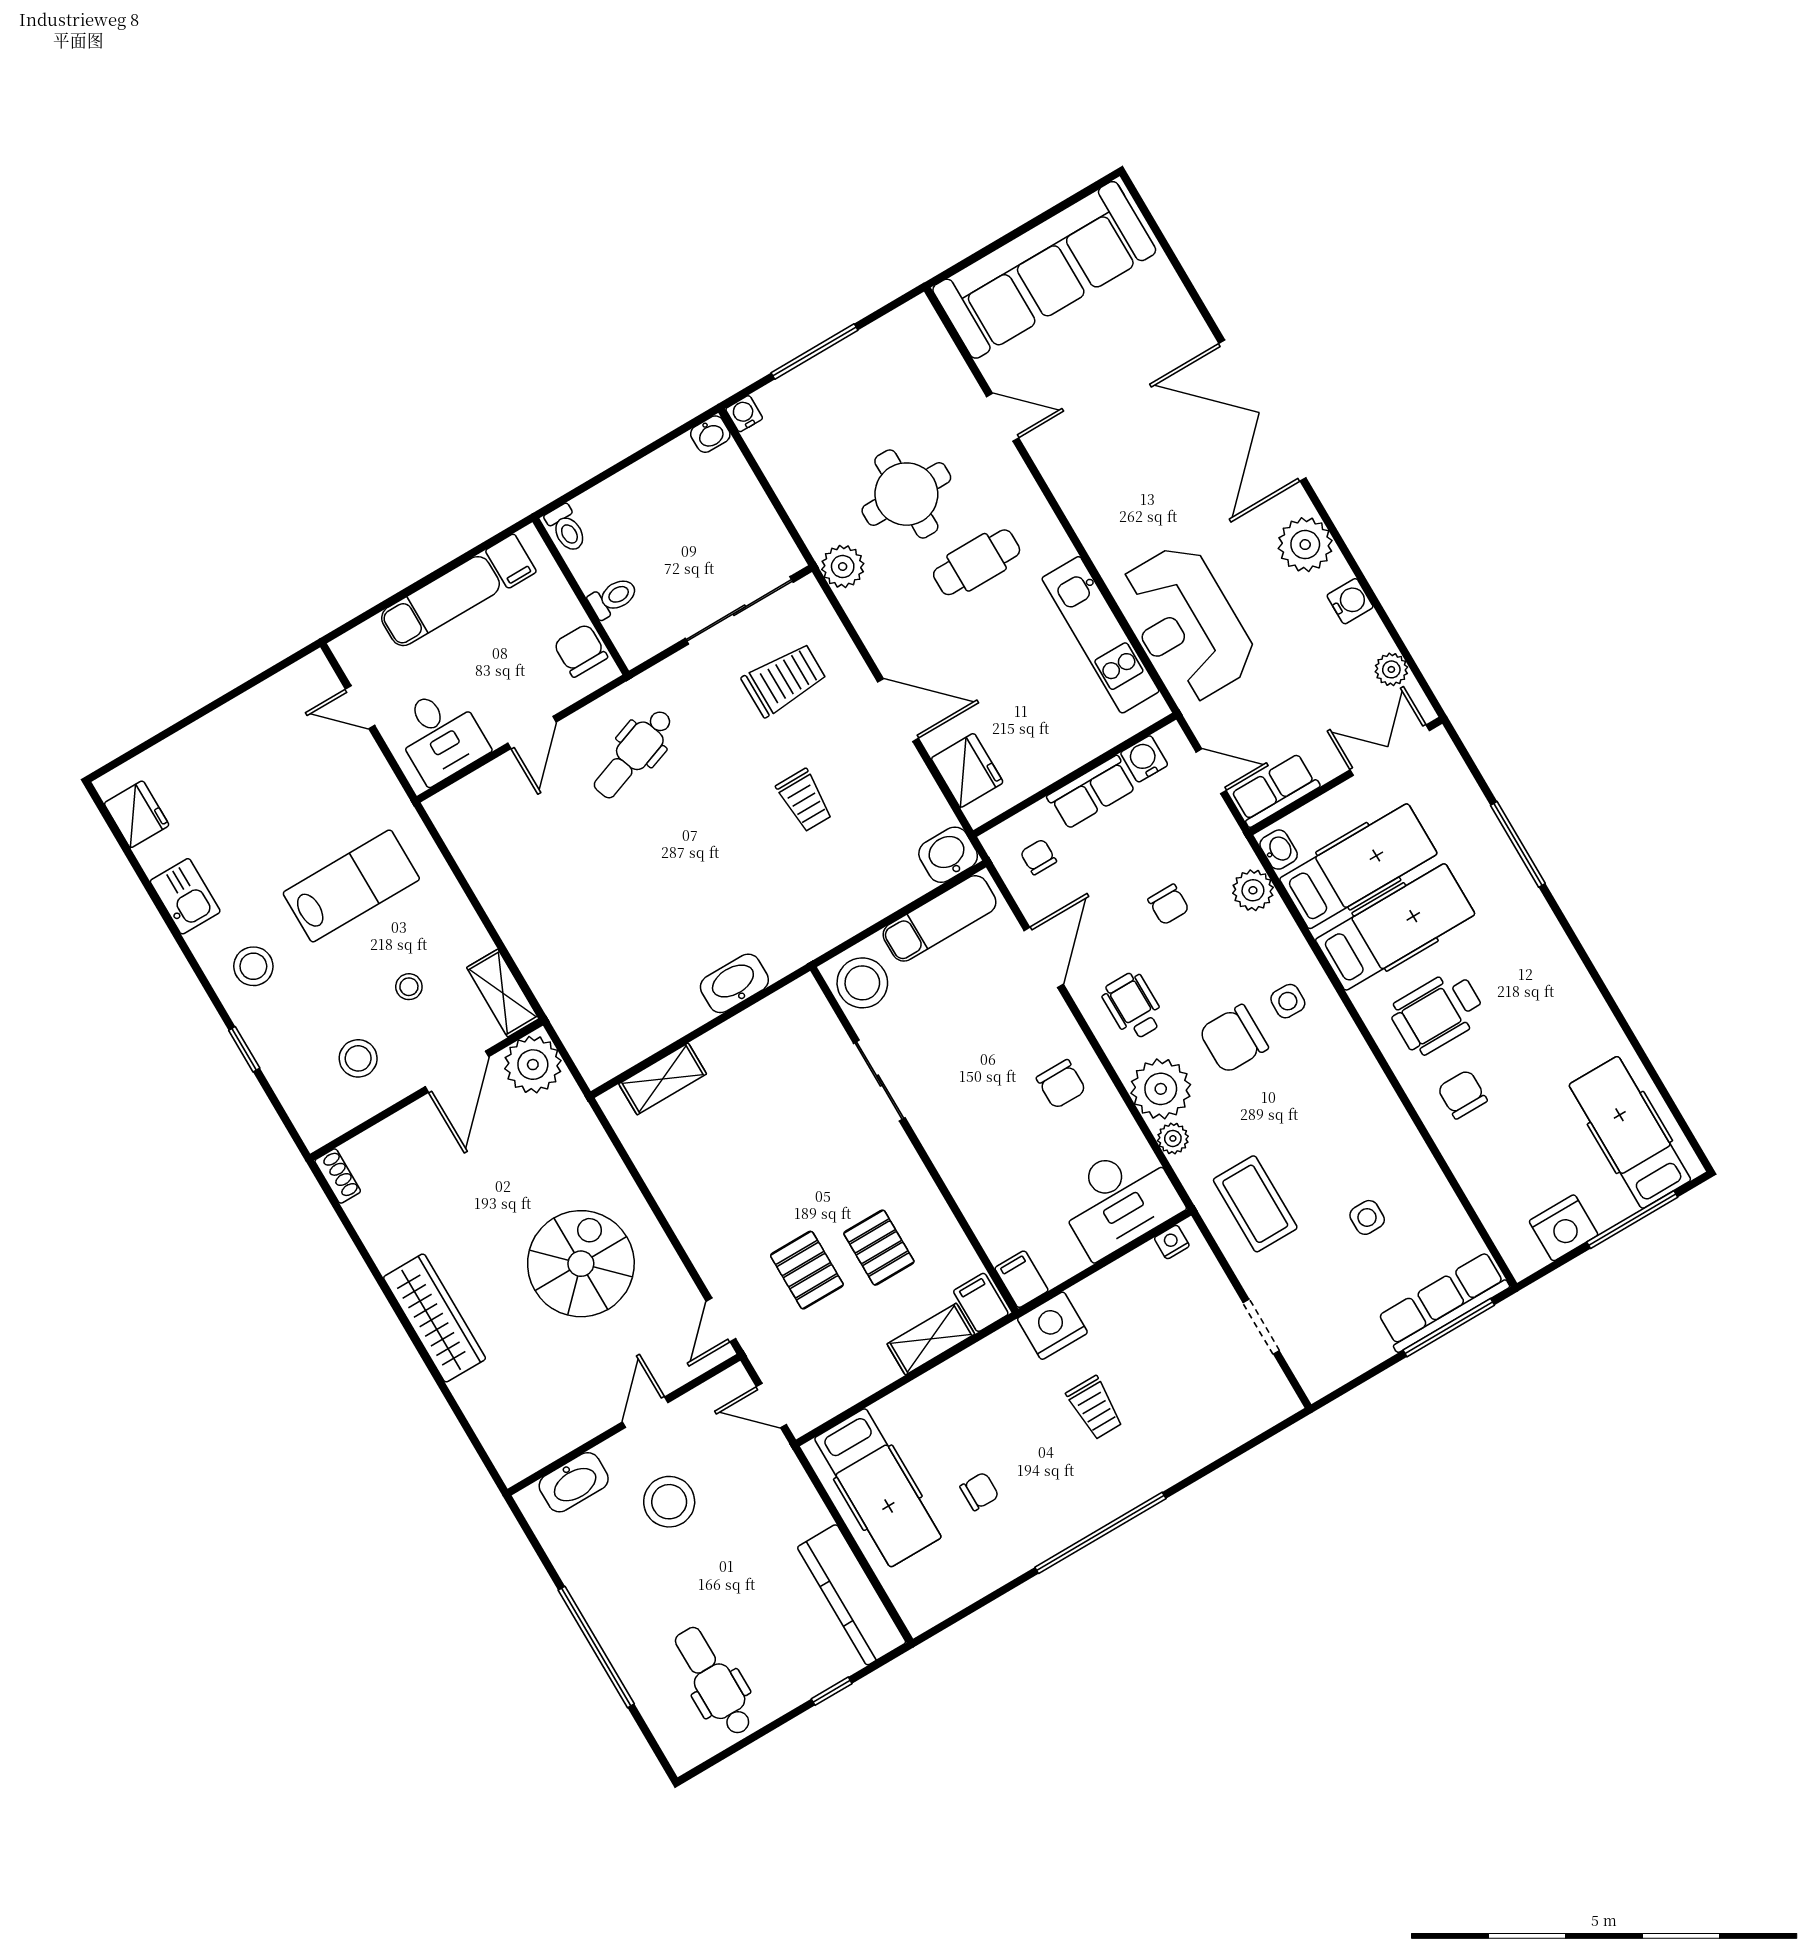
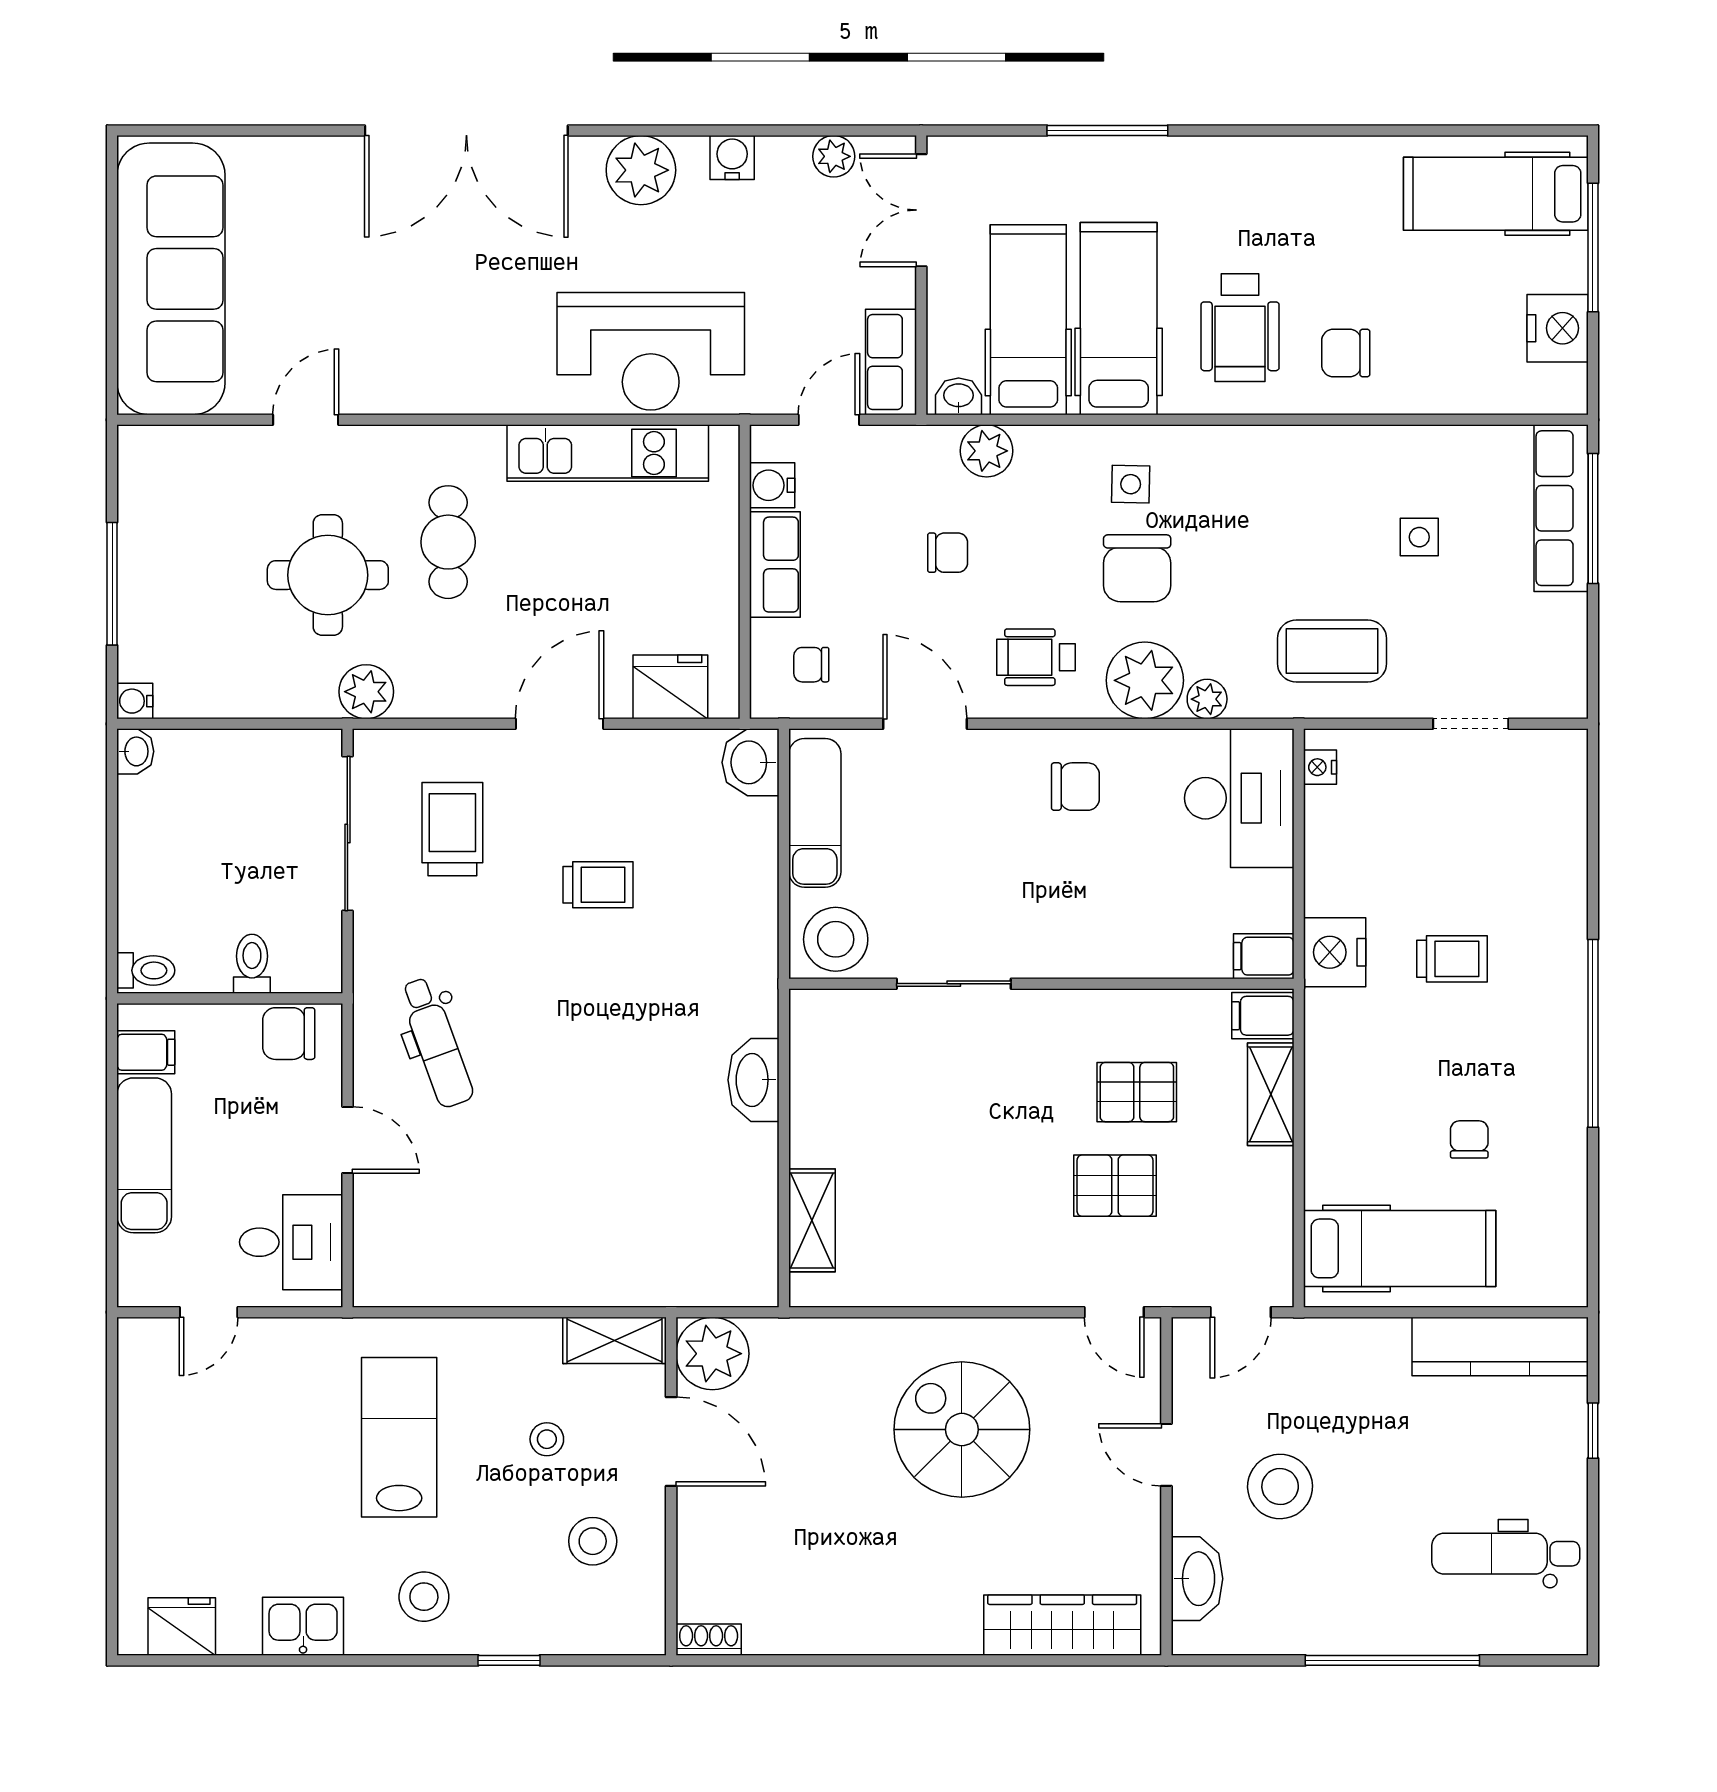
wardrobe: (435, 1318) -> (1062, 1625), moved

